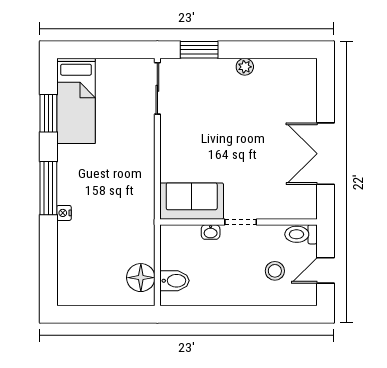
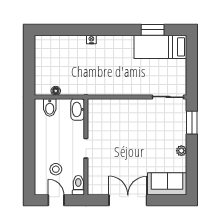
window: (48, 188) -> (107, 30), removed
sofa: (192, 201) -> (167, 184), moved, turned -90
washbasin: (211, 232) -> (78, 109), moved, width x1.91, depth x1.45
floor lamp: (141, 278) -> (56, 91), width x0.53, depth x0.53

